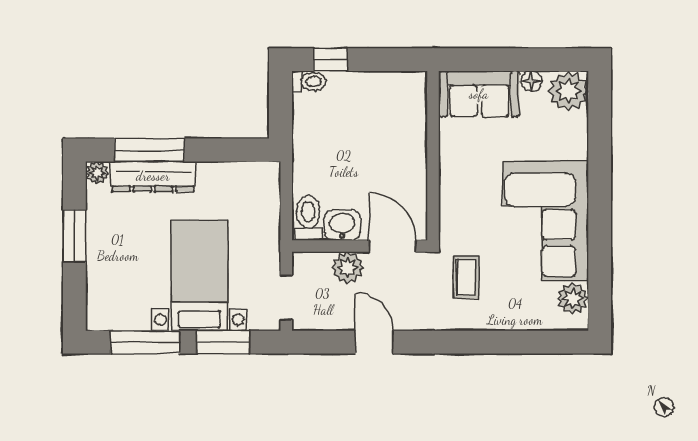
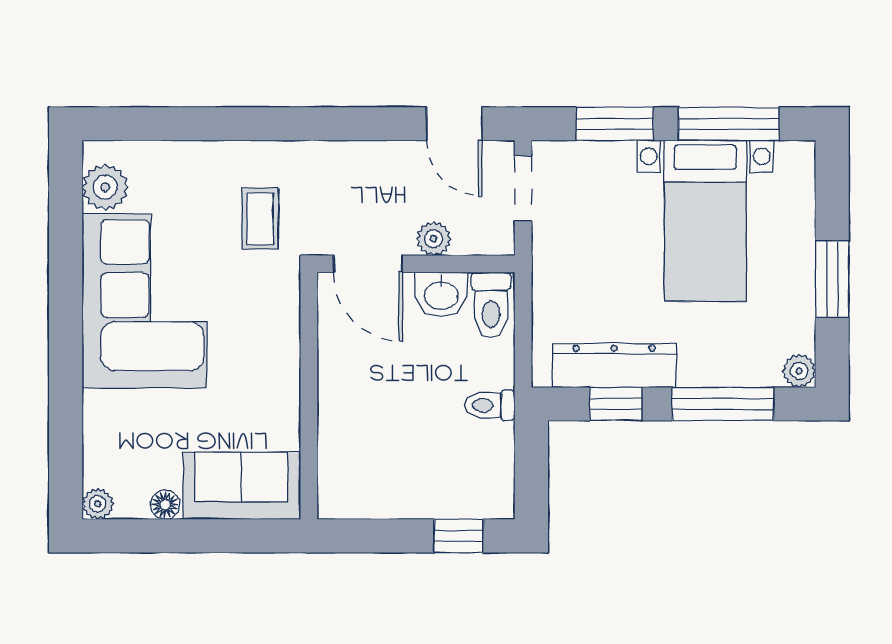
toilet: (309, 82) -> (490, 405), moved
plant: (568, 91) -> (98, 504), width x0.53, depth x0.53
window: (223, 150) -> (616, 404), added
dresser: (153, 176) -> (614, 365), moved
plant: (347, 268) -> (434, 239), width x0.73, depth x0.73
bed with nightstands: (199, 276) -> (705, 221), moved
door: (374, 342) -> (454, 124), moved

